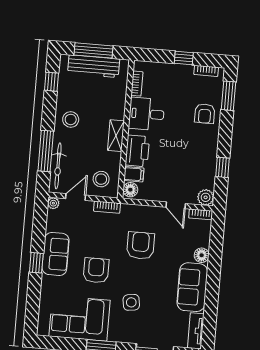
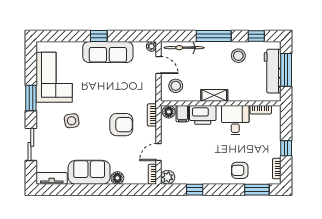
stool: (71, 119) -> (238, 56), moved
window: (46, 151) -> (214, 36), moved
bookcase: (107, 207) -> (152, 115), moved
sofa: (56, 254) -> (108, 52), width x1.36
armchair: (96, 270) -> (97, 88), removed

